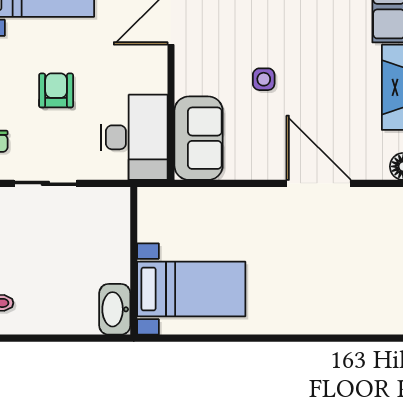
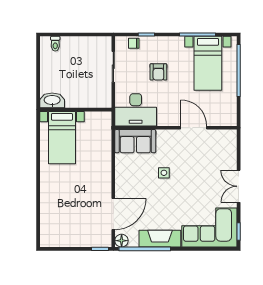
armchair: (56, 90) -> (158, 72), turned 90
door: (319, 183) -> (113, 214), moved

